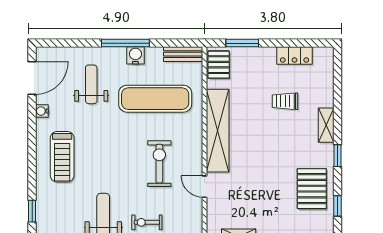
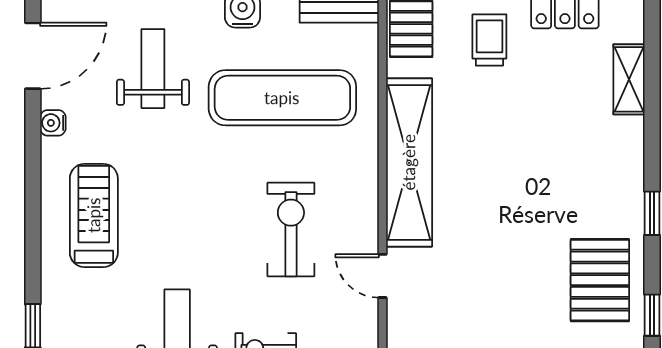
trolley: (285, 101) -> (489, 40), moved, turned 90
shelving: (326, 125) -> (629, 79), moved
treadmill: (62, 157) -> (94, 215), turned 180

